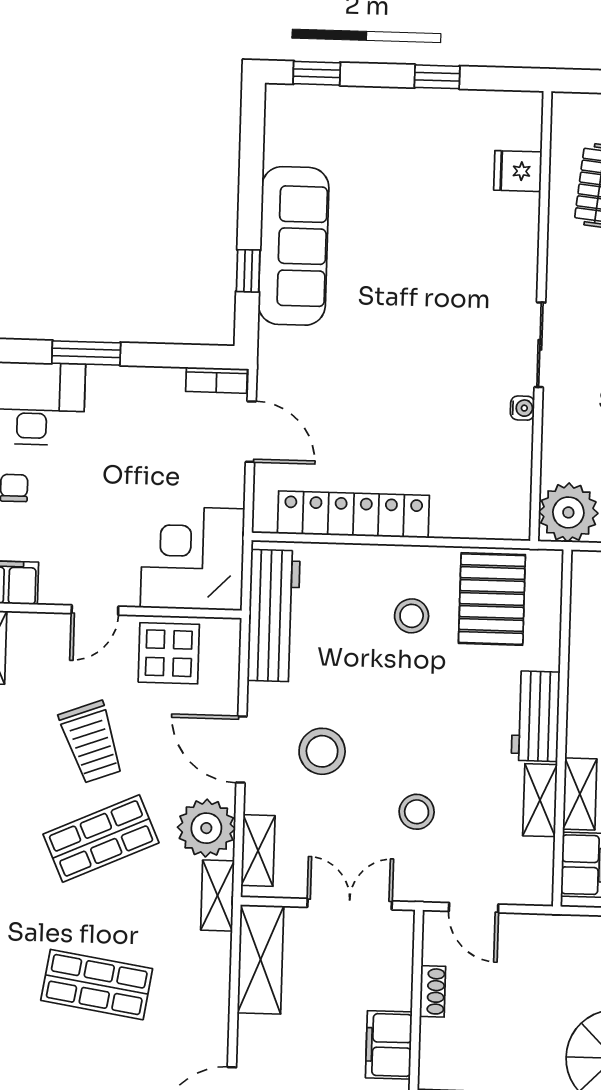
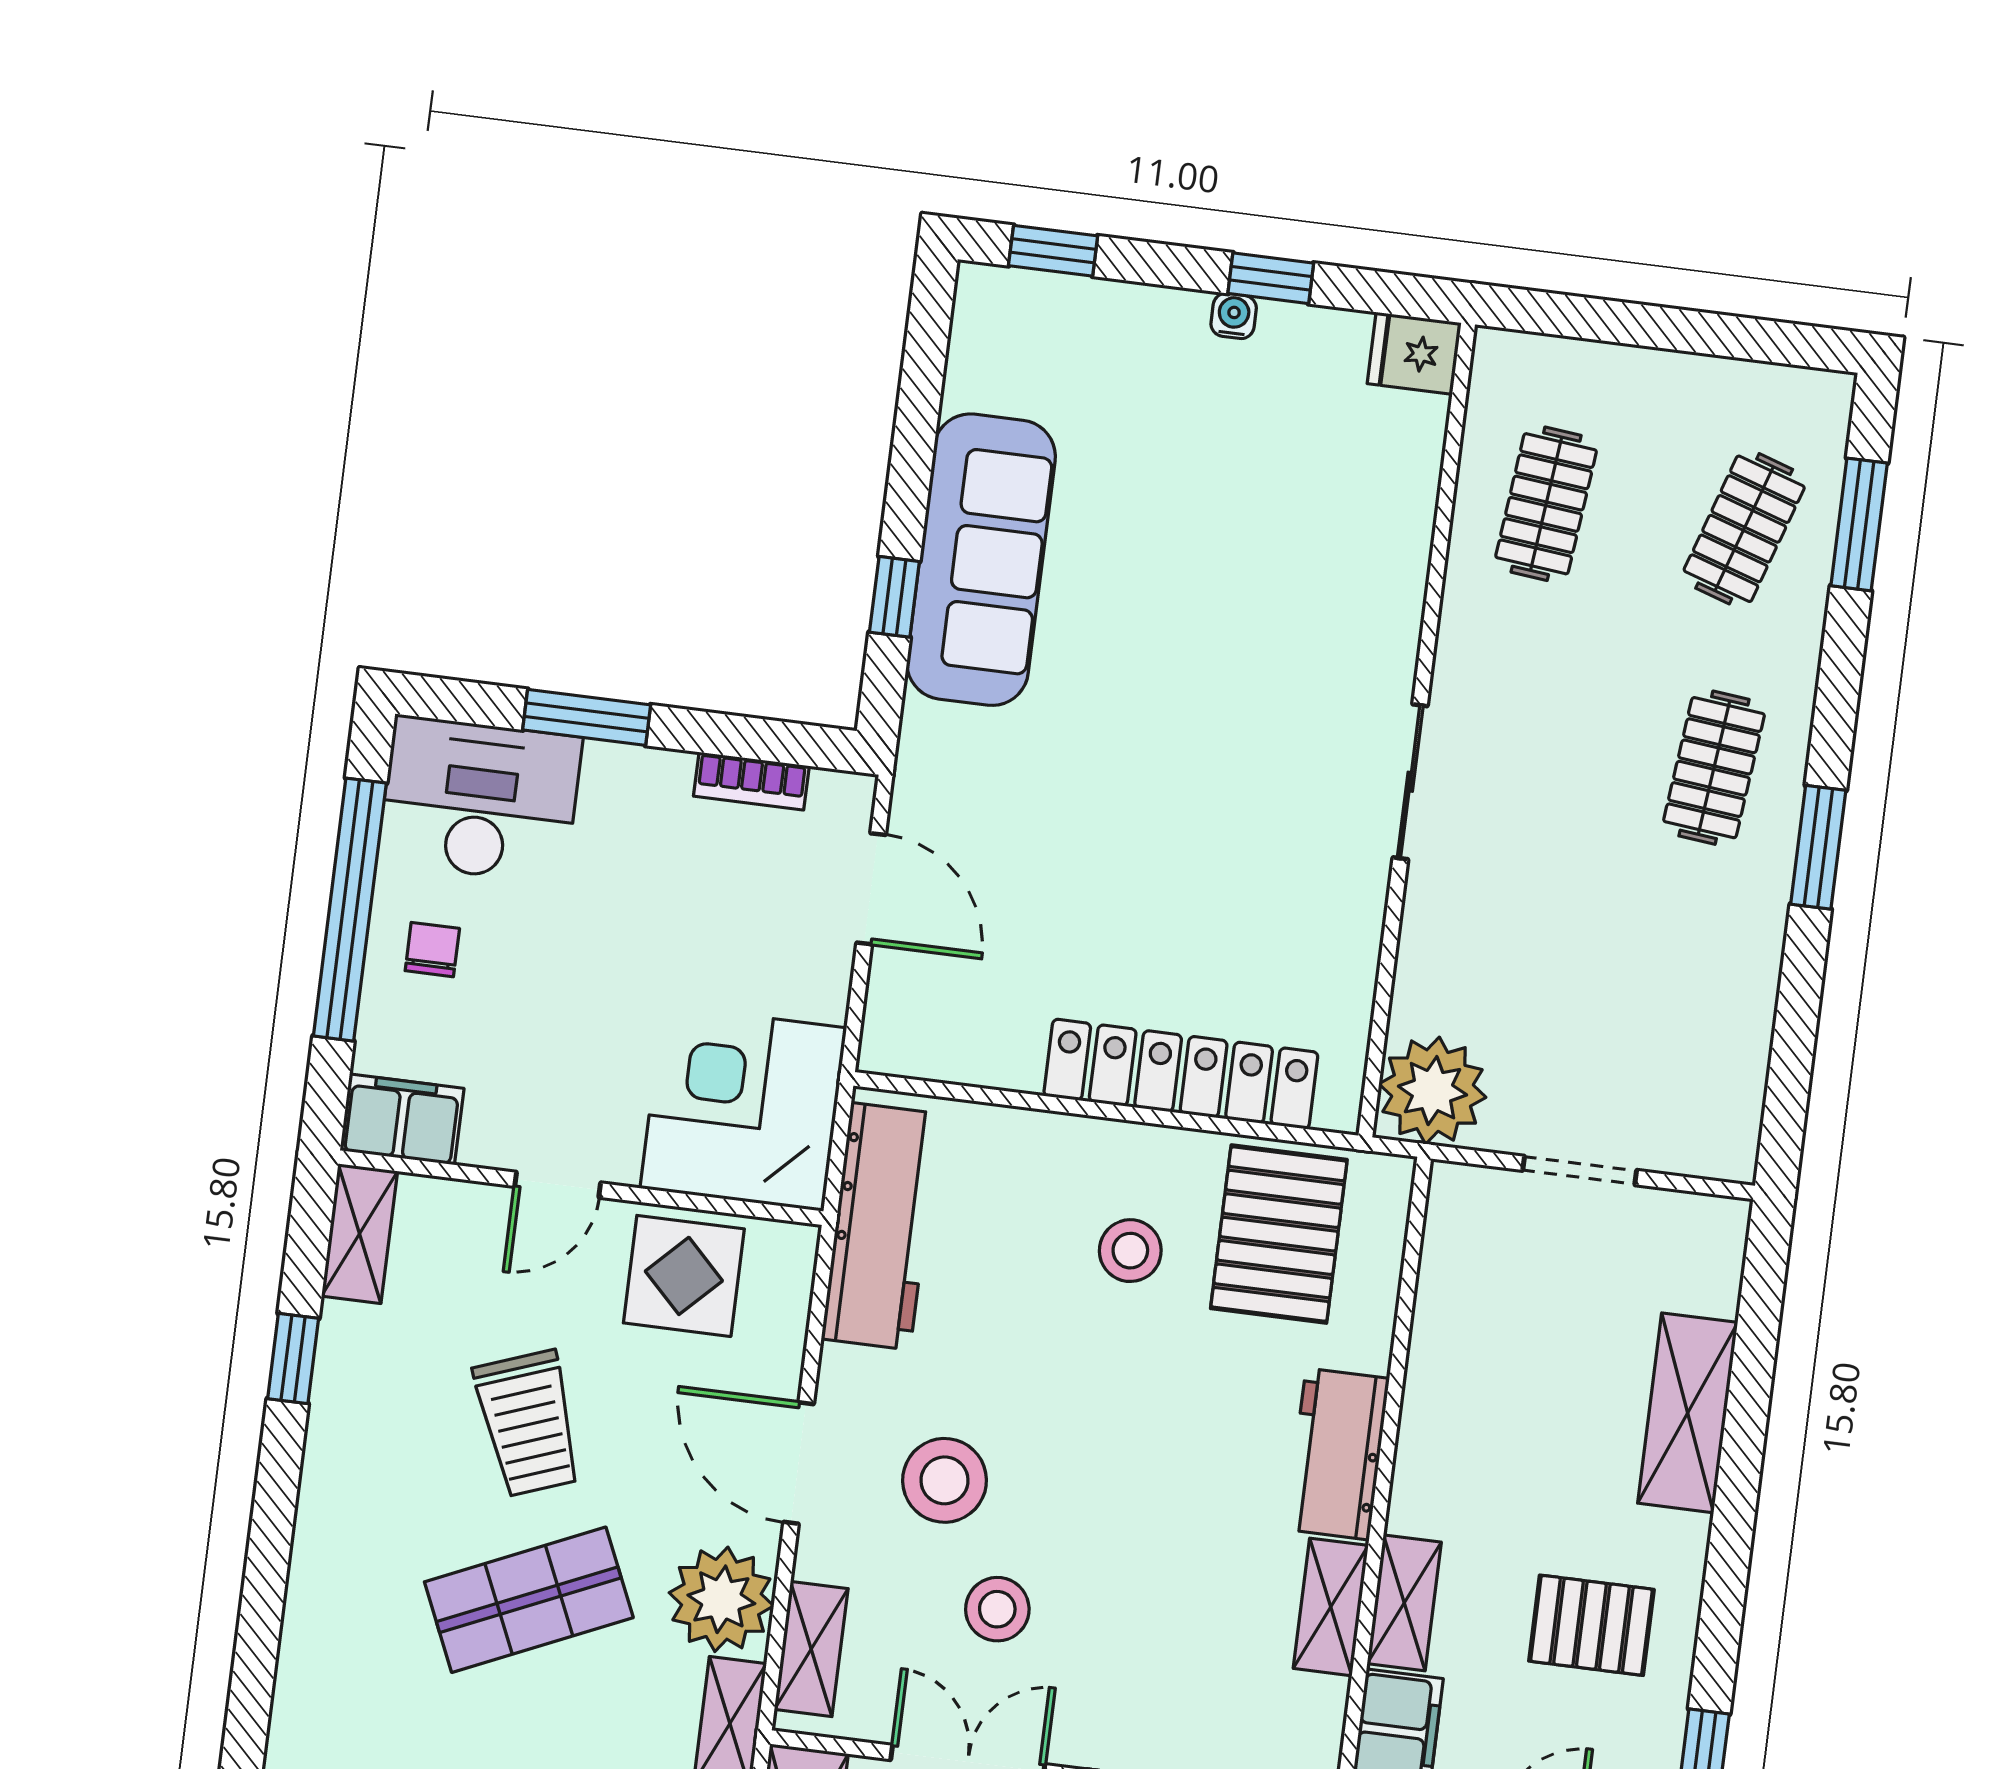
fridge: (518, 171) -> (1414, 353), moved
bookcase: (216, 380) -> (751, 781), moved
water cooler: (522, 408) -> (1234, 316), moved, turned -90
locker: (353, 514) -> (1181, 1074), moved
stool: (417, 812) -> (997, 1609), moved

